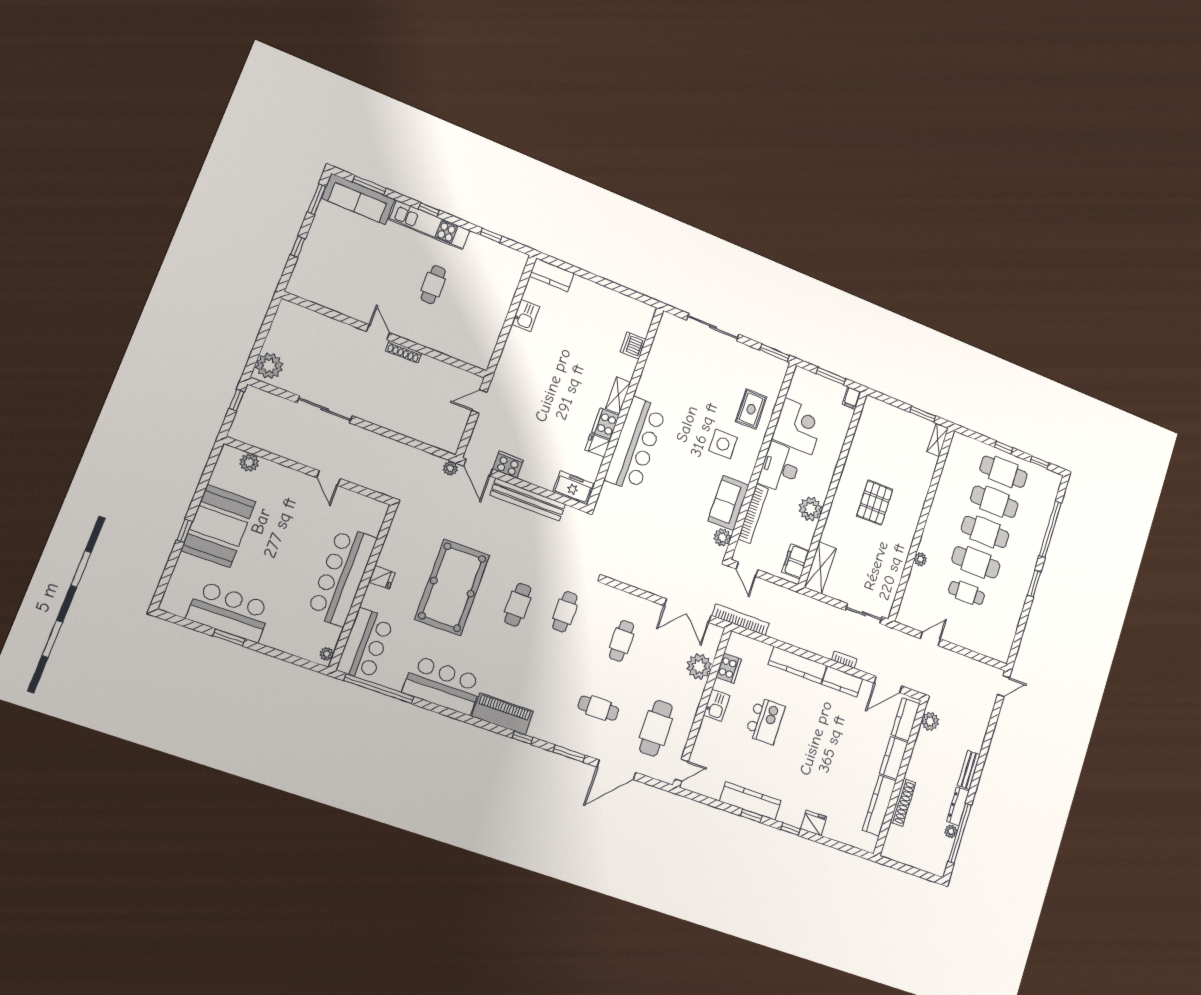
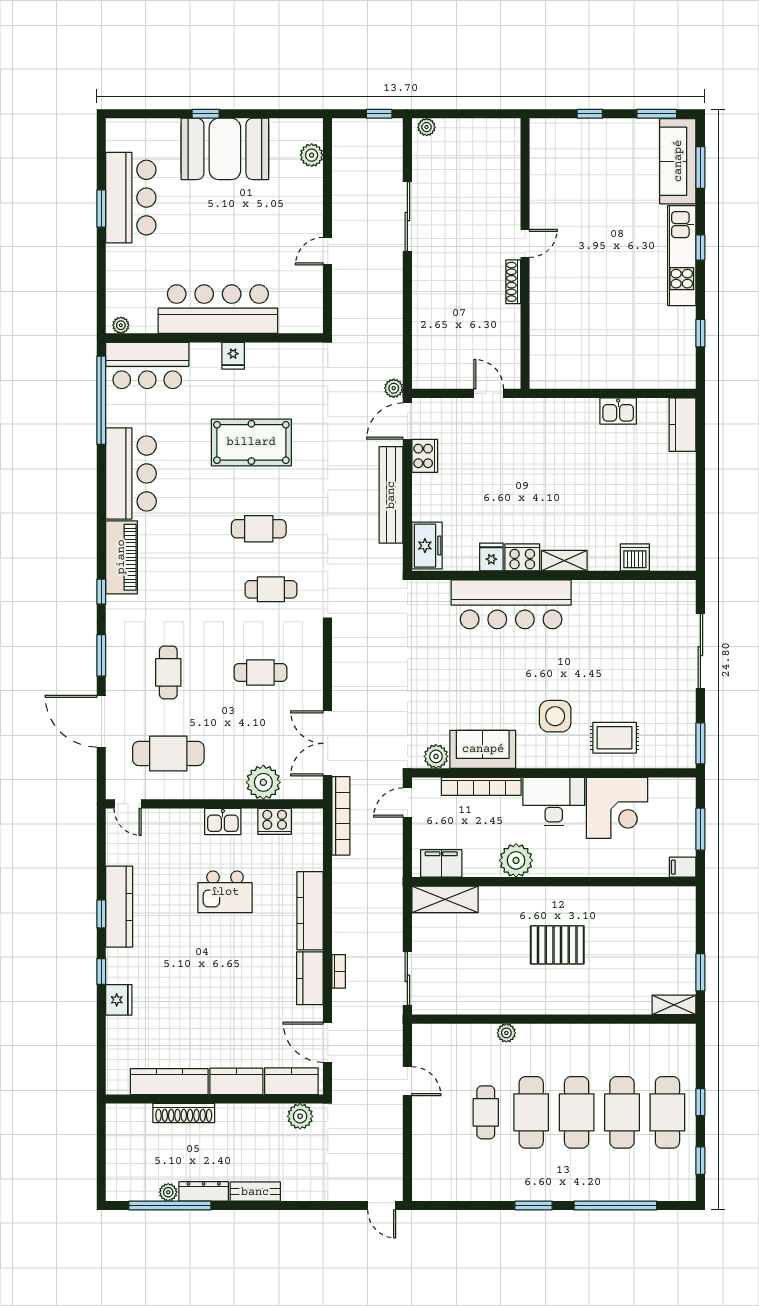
cafe table: (433, 285) -> (610, 287), removed
plant: (269, 366) -> (427, 127), width x0.53, depth x0.53
pool table: (452, 587) -> (251, 442), width x0.73, depth x0.76

